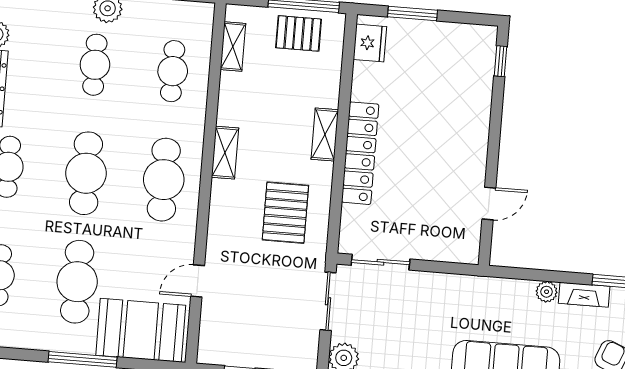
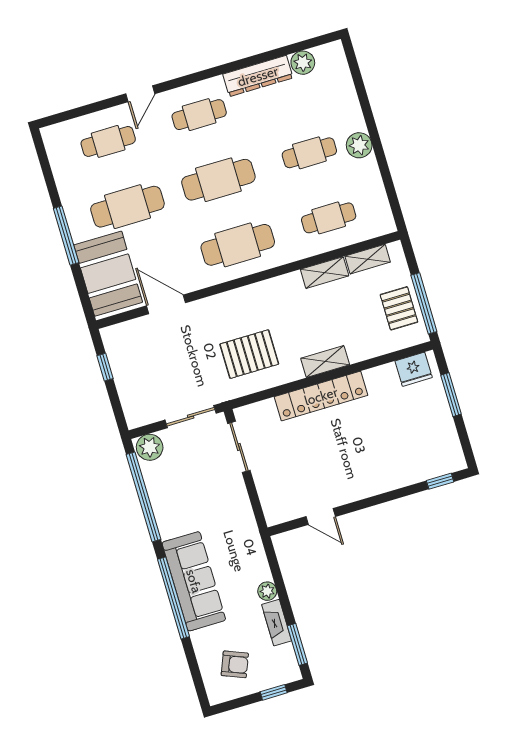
shelving: (225, 153) -> (325, 273), moved
door: (198, 281) -> (166, 304), width x1.38

